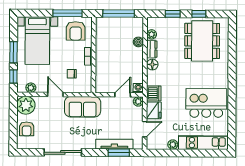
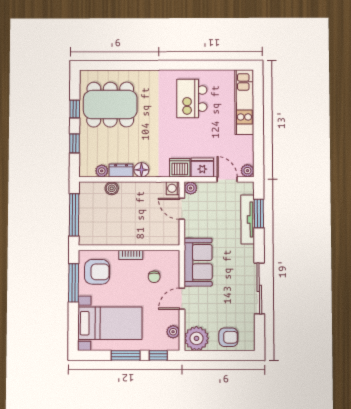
kitchen island: (206, 103) -> (192, 99), width x0.73, depth x0.78
plant: (173, 145) -> (247, 171), moved

